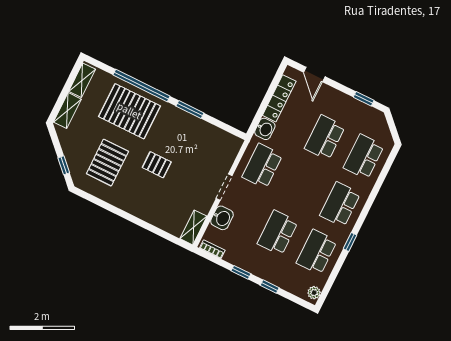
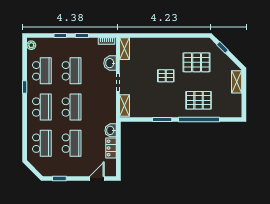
door: (314, 74) -> (97, 178), hinge flipped
shelving: (82, 80) -> (124, 106), moved
locker: (279, 98) -> (111, 148), width x0.66
pallet: (129, 111) -> (199, 100), width x0.73, depth x0.71
pallet: (107, 163) -> (197, 62), turned 90
school desk: (262, 166) -> (72, 107), moved

